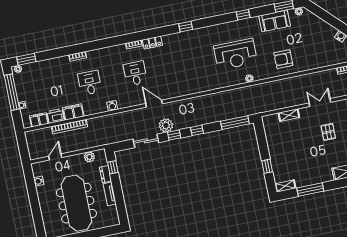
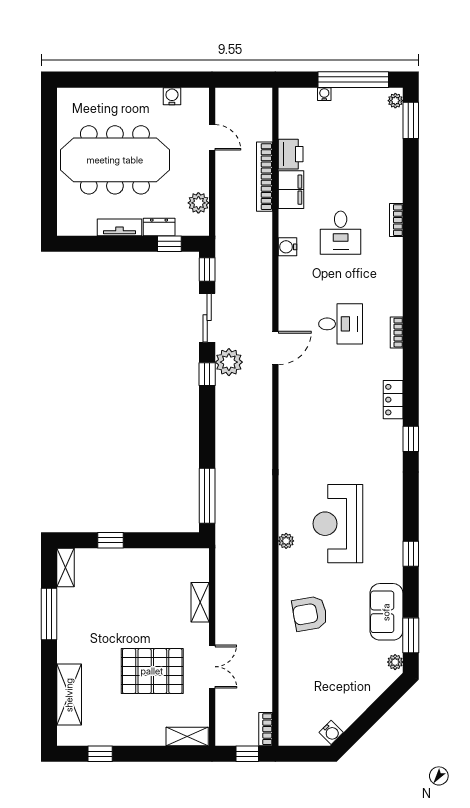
locker: (152, 43) -> (393, 400), moved
armchair: (283, 59) -> (310, 614), turned -100
desk: (90, 83) -> (341, 233), turned 90
water cooler: (112, 106) -> (287, 247), moved
filing cabinet: (39, 120) -> (289, 121), removed
window: (197, 130) -> (207, 270), moved
pallet: (328, 132) -> (152, 671), width x2.05, depth x2.00

